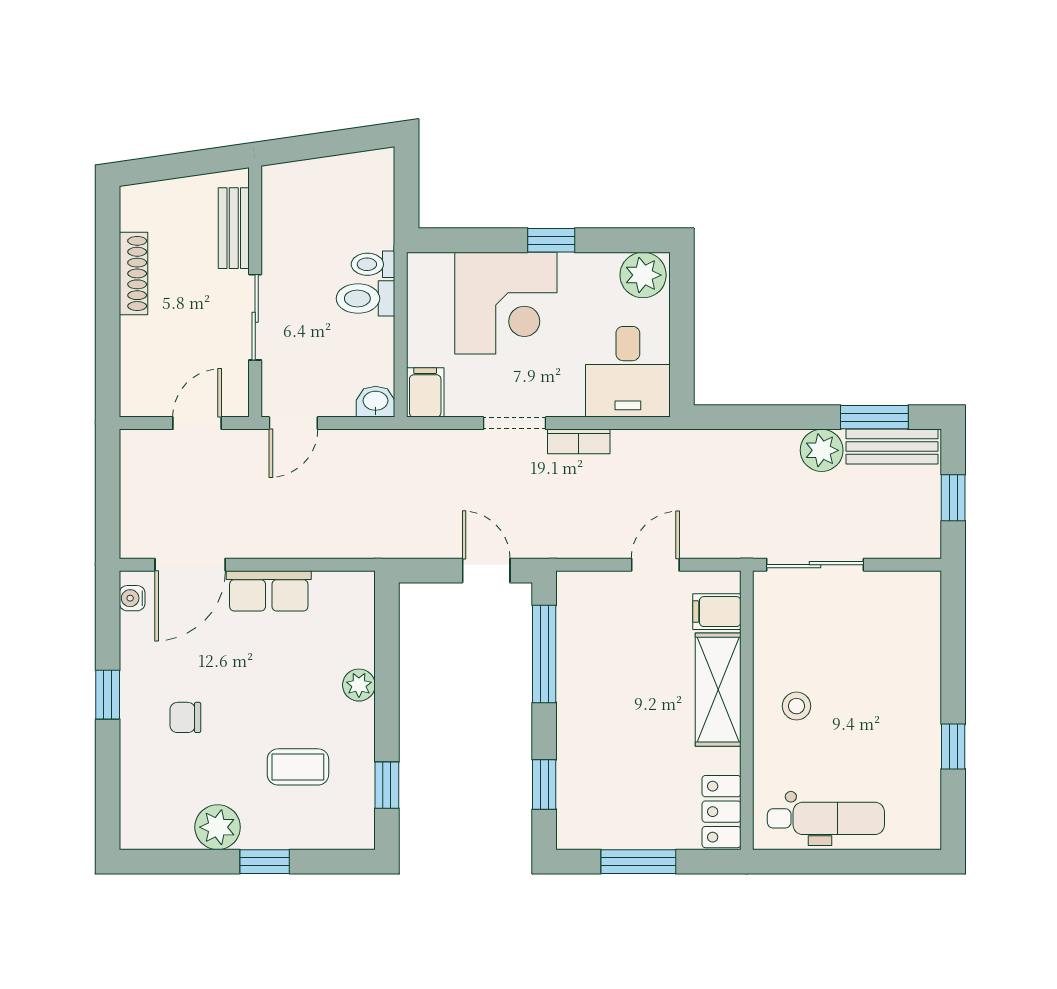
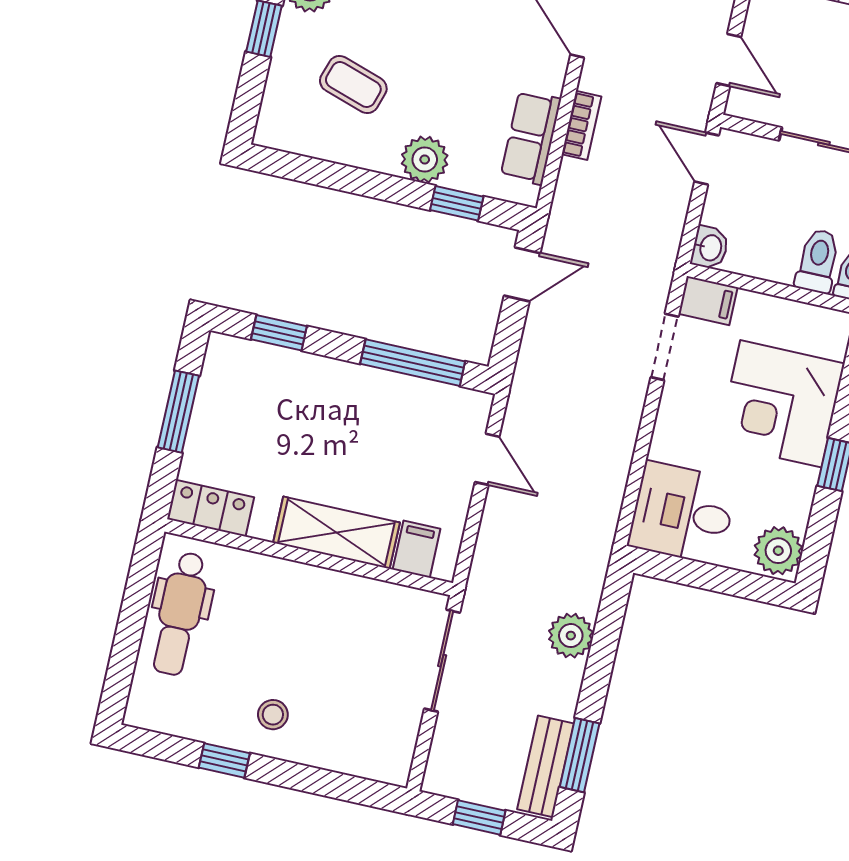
doorway: (515, 423) -> (665, 347), moved
bookcase: (579, 441) -> (582, 125), moved, turned 180
plant: (822, 450) -> (571, 636), moved
door: (655, 565) -> (487, 459), moved
door: (486, 571) -> (522, 274), moved
row of seats: (269, 591) -> (531, 138), moved
plant: (359, 685) -> (425, 159), width x1.38, depth x1.38
stool: (797, 706) -> (273, 715), moved
coffee table: (298, 767) -> (353, 85), turned -72
window: (387, 785) -> (457, 203), moved

